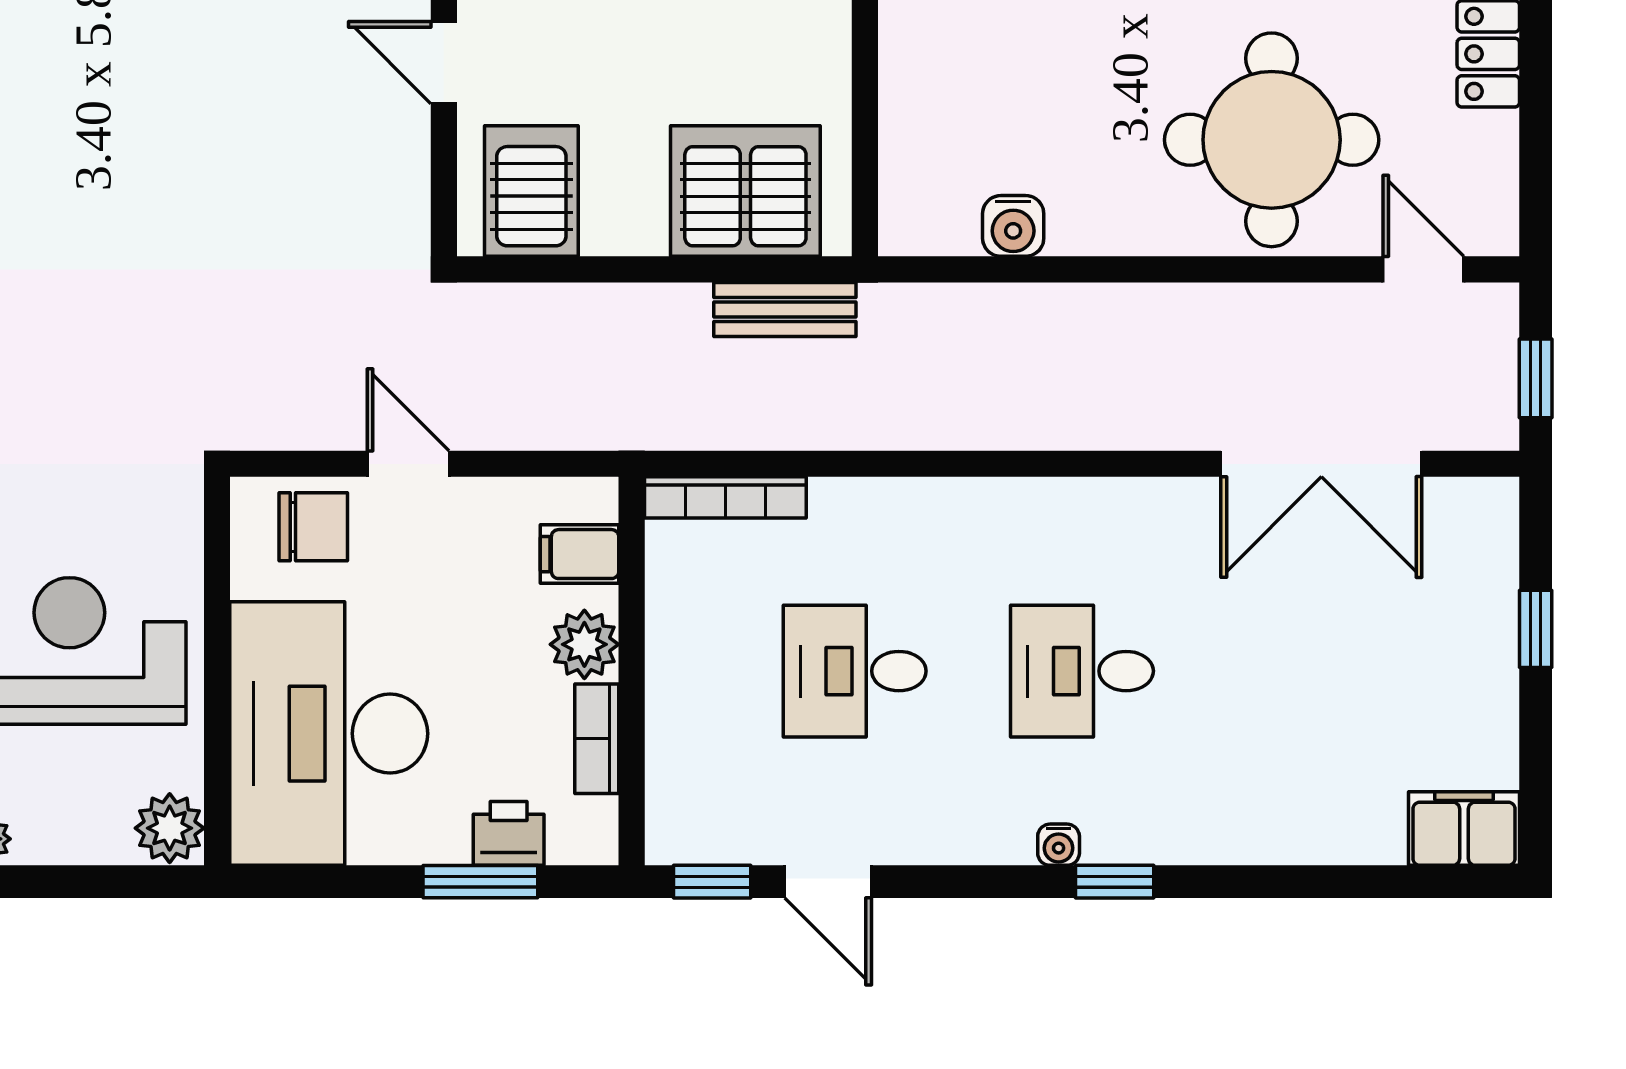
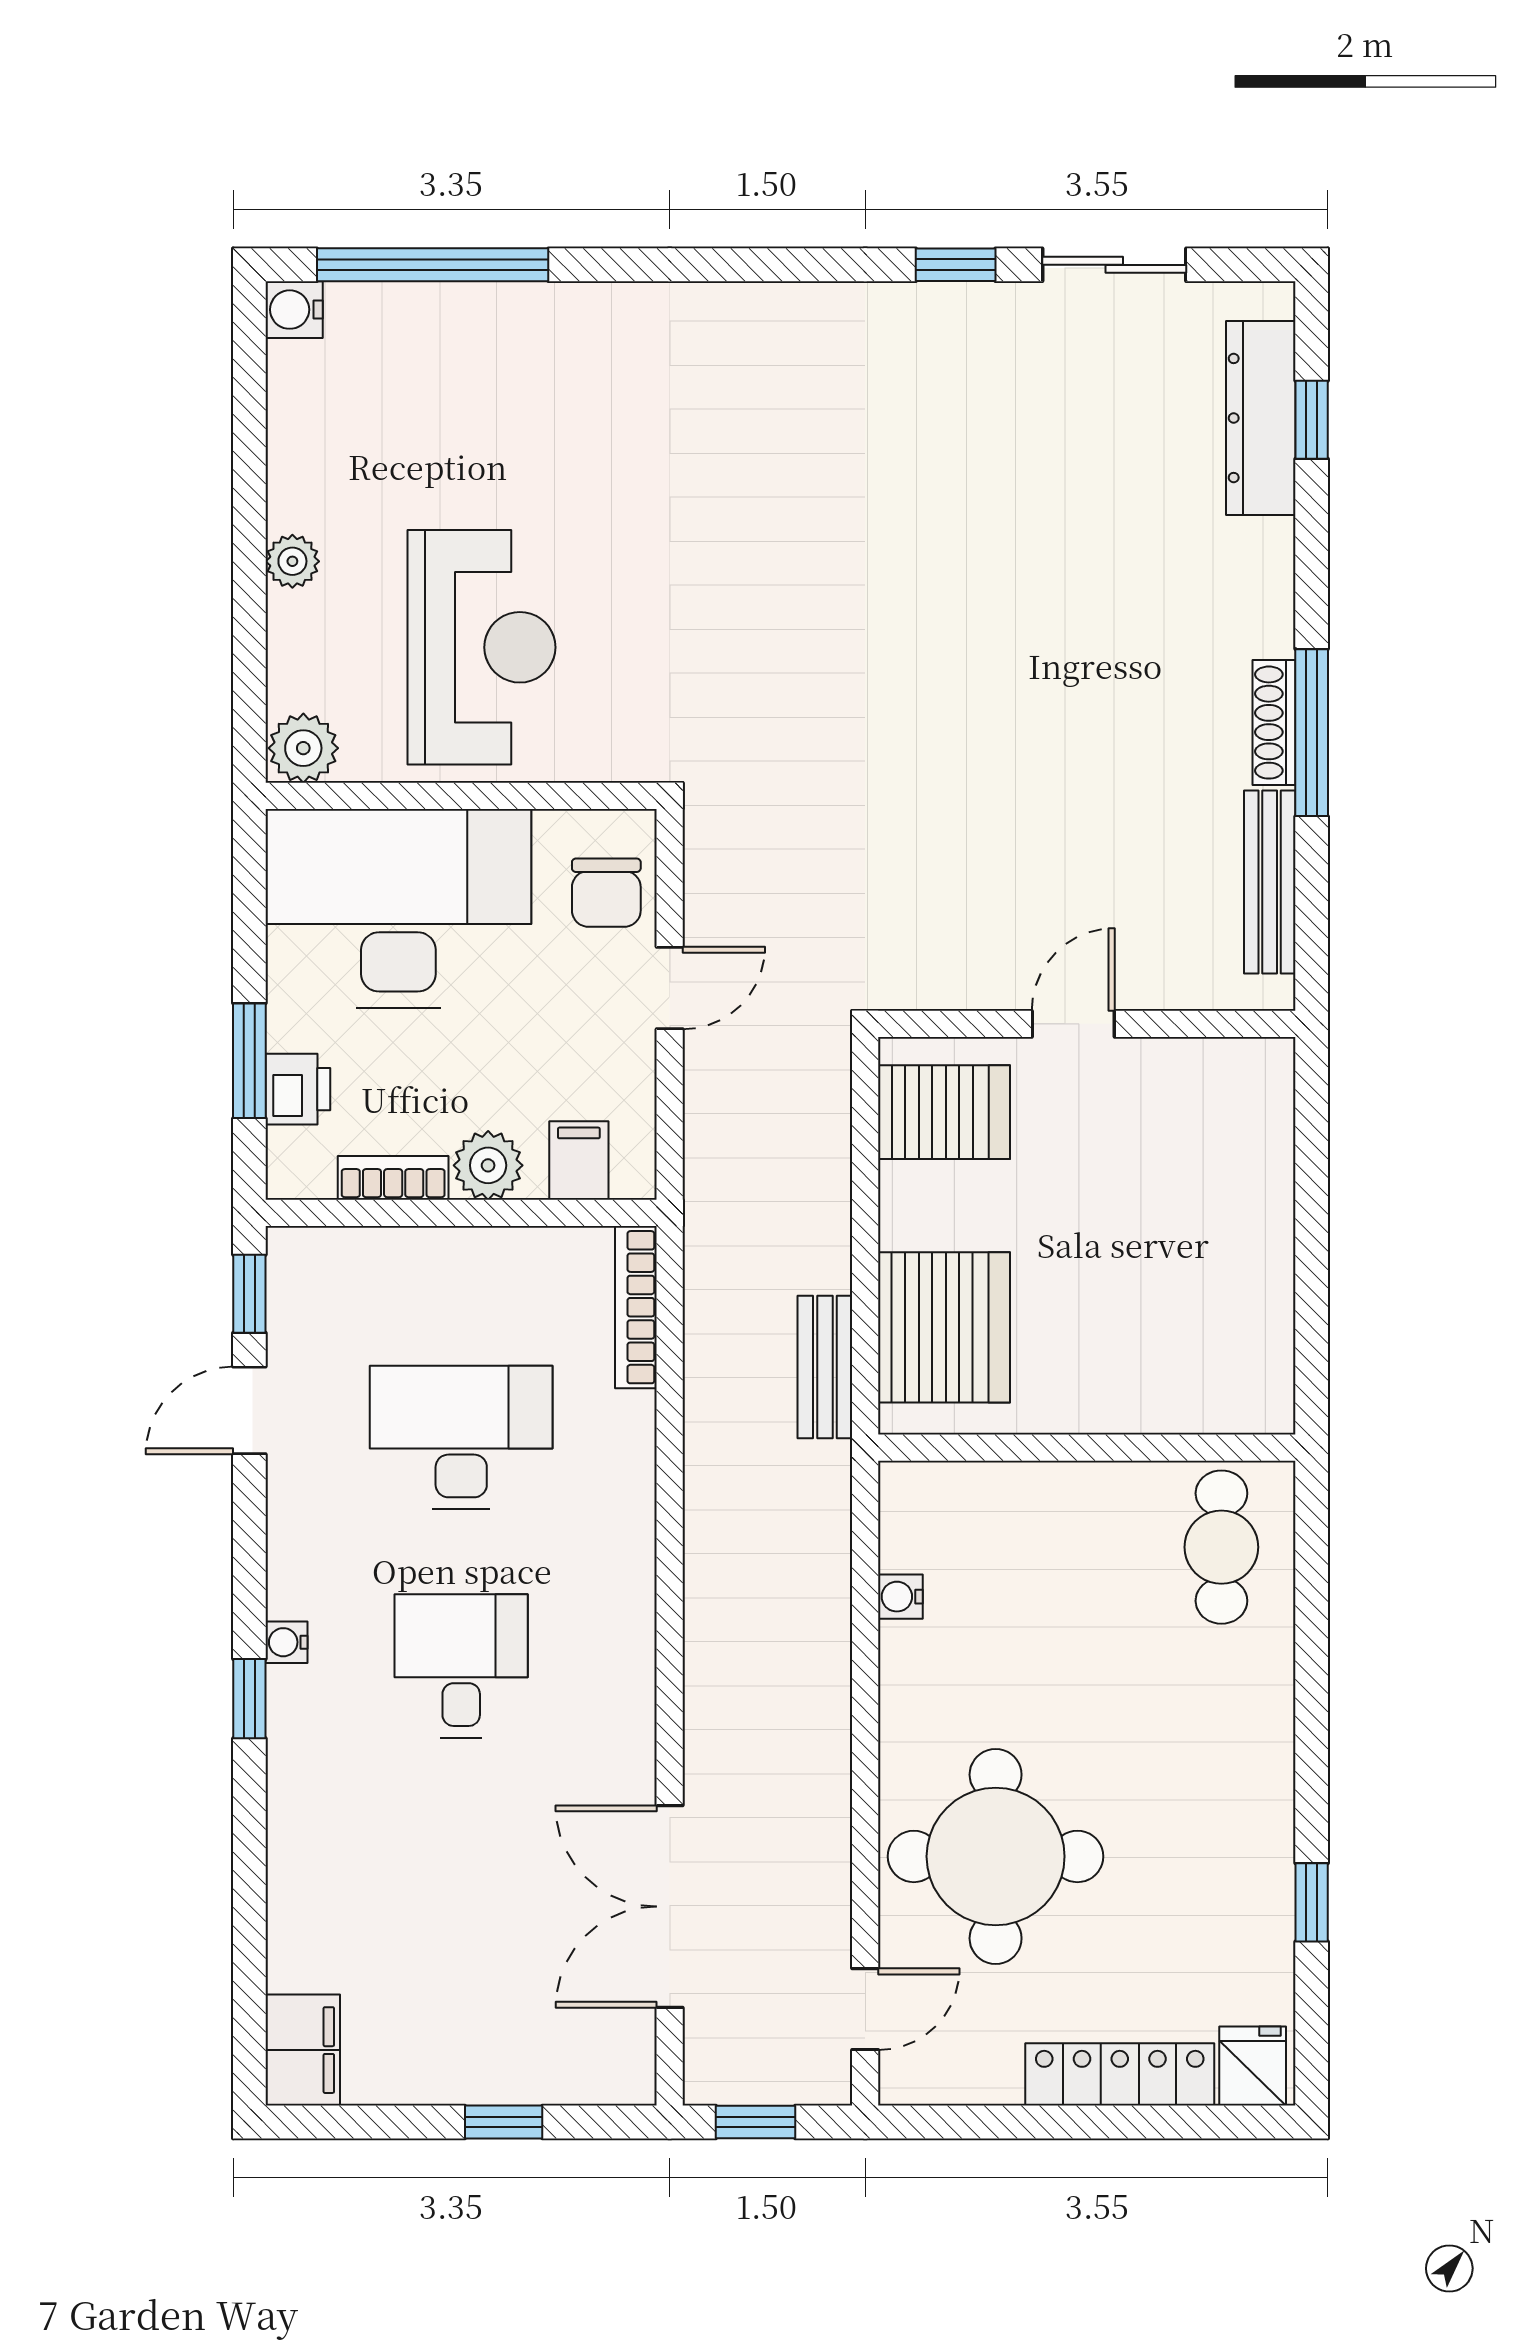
water cooler: (1013, 226) -> (900, 1597), width x0.72, depth x0.72
desk: (855, 671) -> (461, 1437), width x1.37

